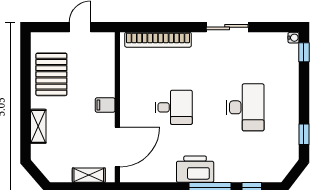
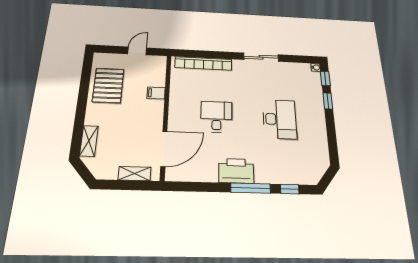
filing cabinet: (105, 105) -> (156, 93), moved
desk: (174, 107) -> (216, 117), turned -90
shelving: (38, 126) -> (89, 141), moved
window: (304, 134) -> (328, 101), moved

